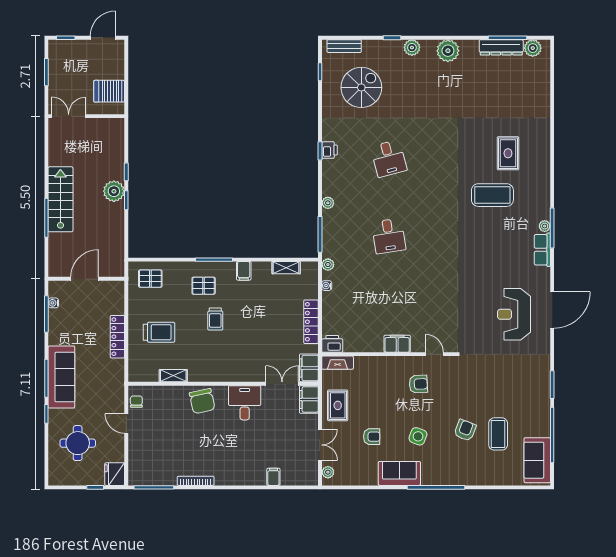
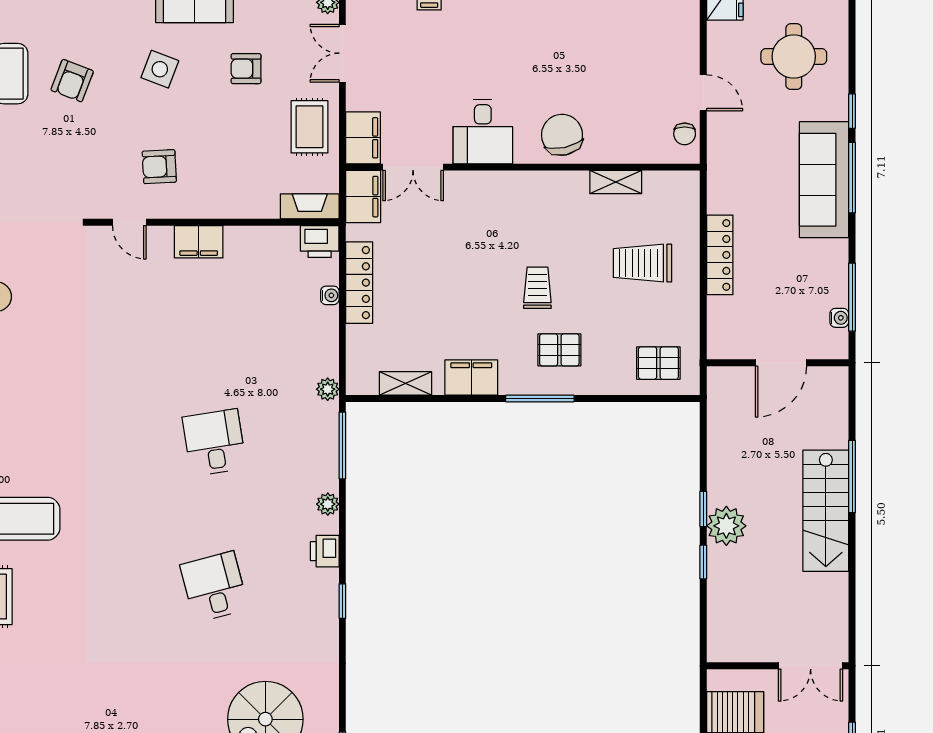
printer: (329, 150) -> (325, 551), moved
filing cabinet: (244, 271) -> (471, 378), width x2.00
water cooler: (327, 286) -> (330, 295), moved

